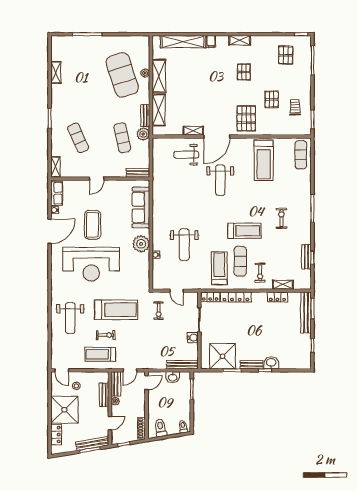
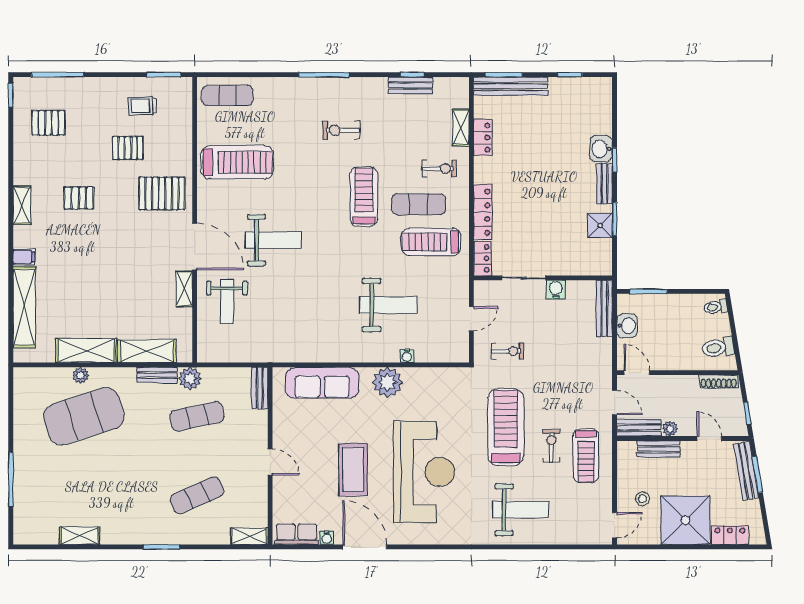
coffee table: (93, 225) -> (353, 470), turned 90
shower: (223, 356) -> (600, 225), width x0.54, depth x0.54

